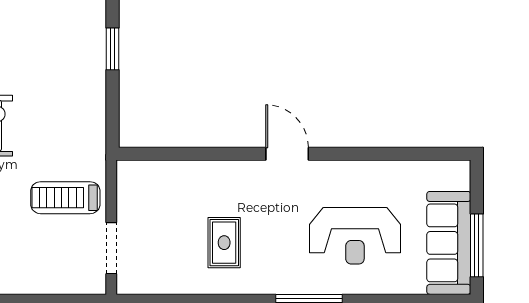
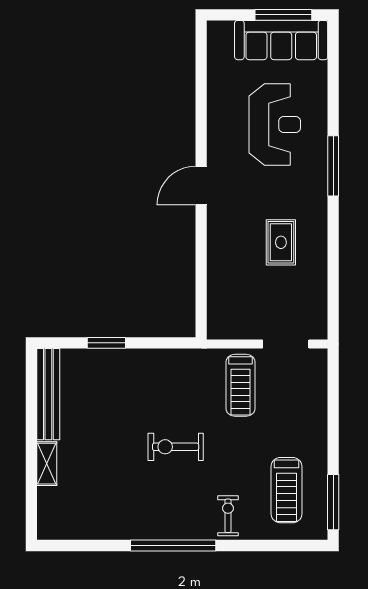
rug: (224, 243) -> (281, 242), turned 90

